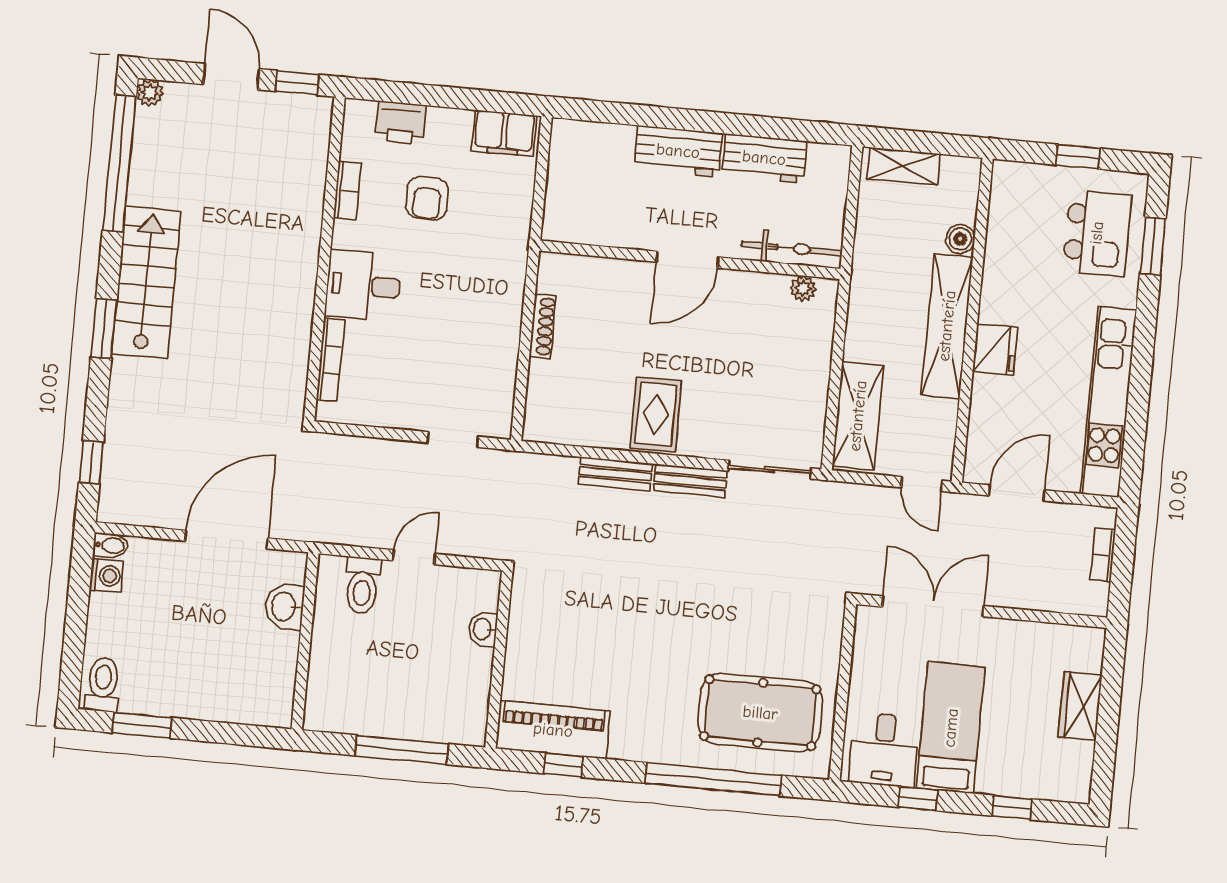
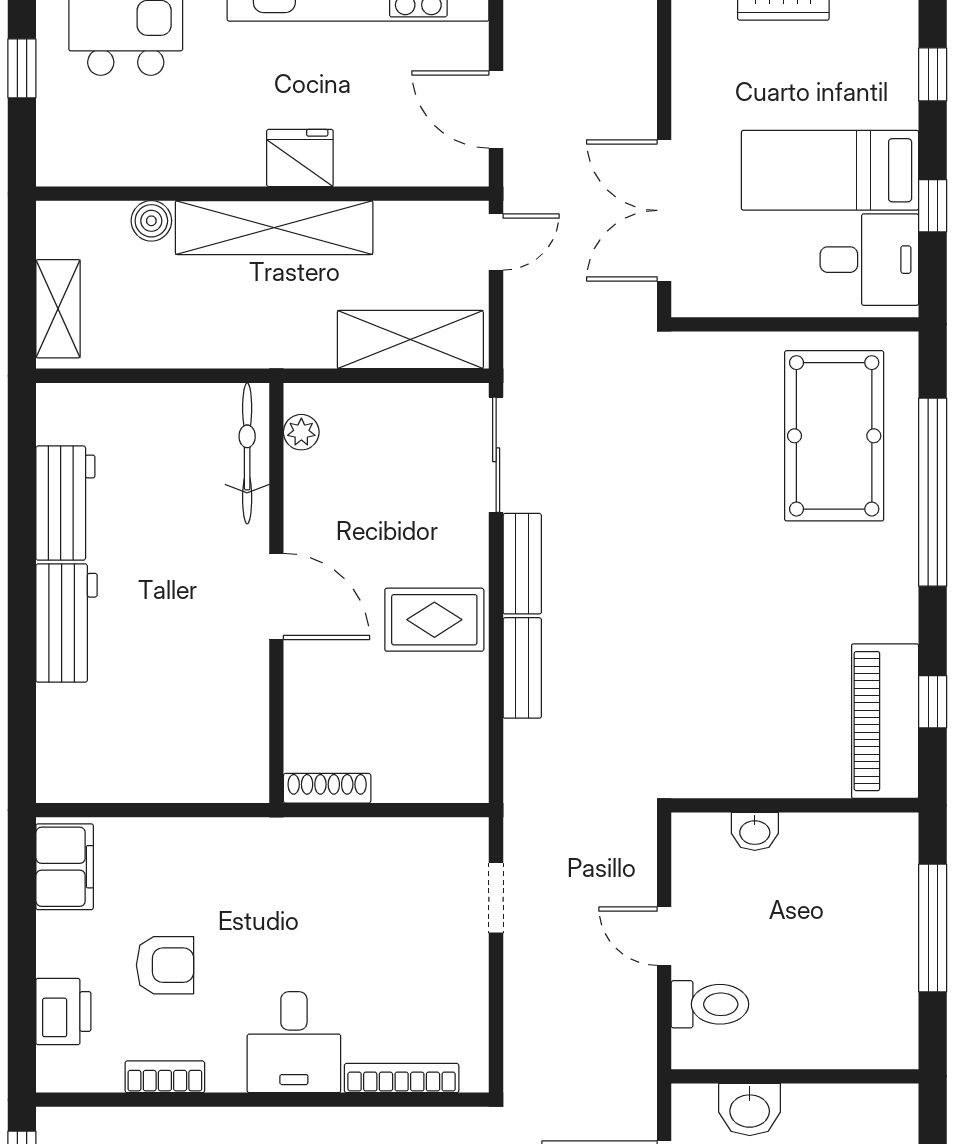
bicycle: (792, 248) -> (247, 453), moved
door: (687, 260) -> (276, 596), moved
wall: (690, 260) -> (276, 593), moved
plant: (803, 288) -> (301, 432), moved

